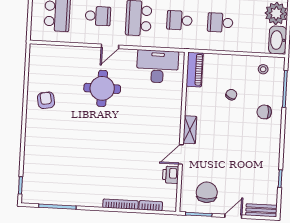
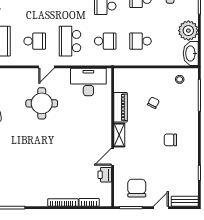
school desk: (179, 20) -> (105, 41), turned 180
piano: (195, 70) -> (121, 107), moved
chair: (264, 112) -> (170, 140), moved

